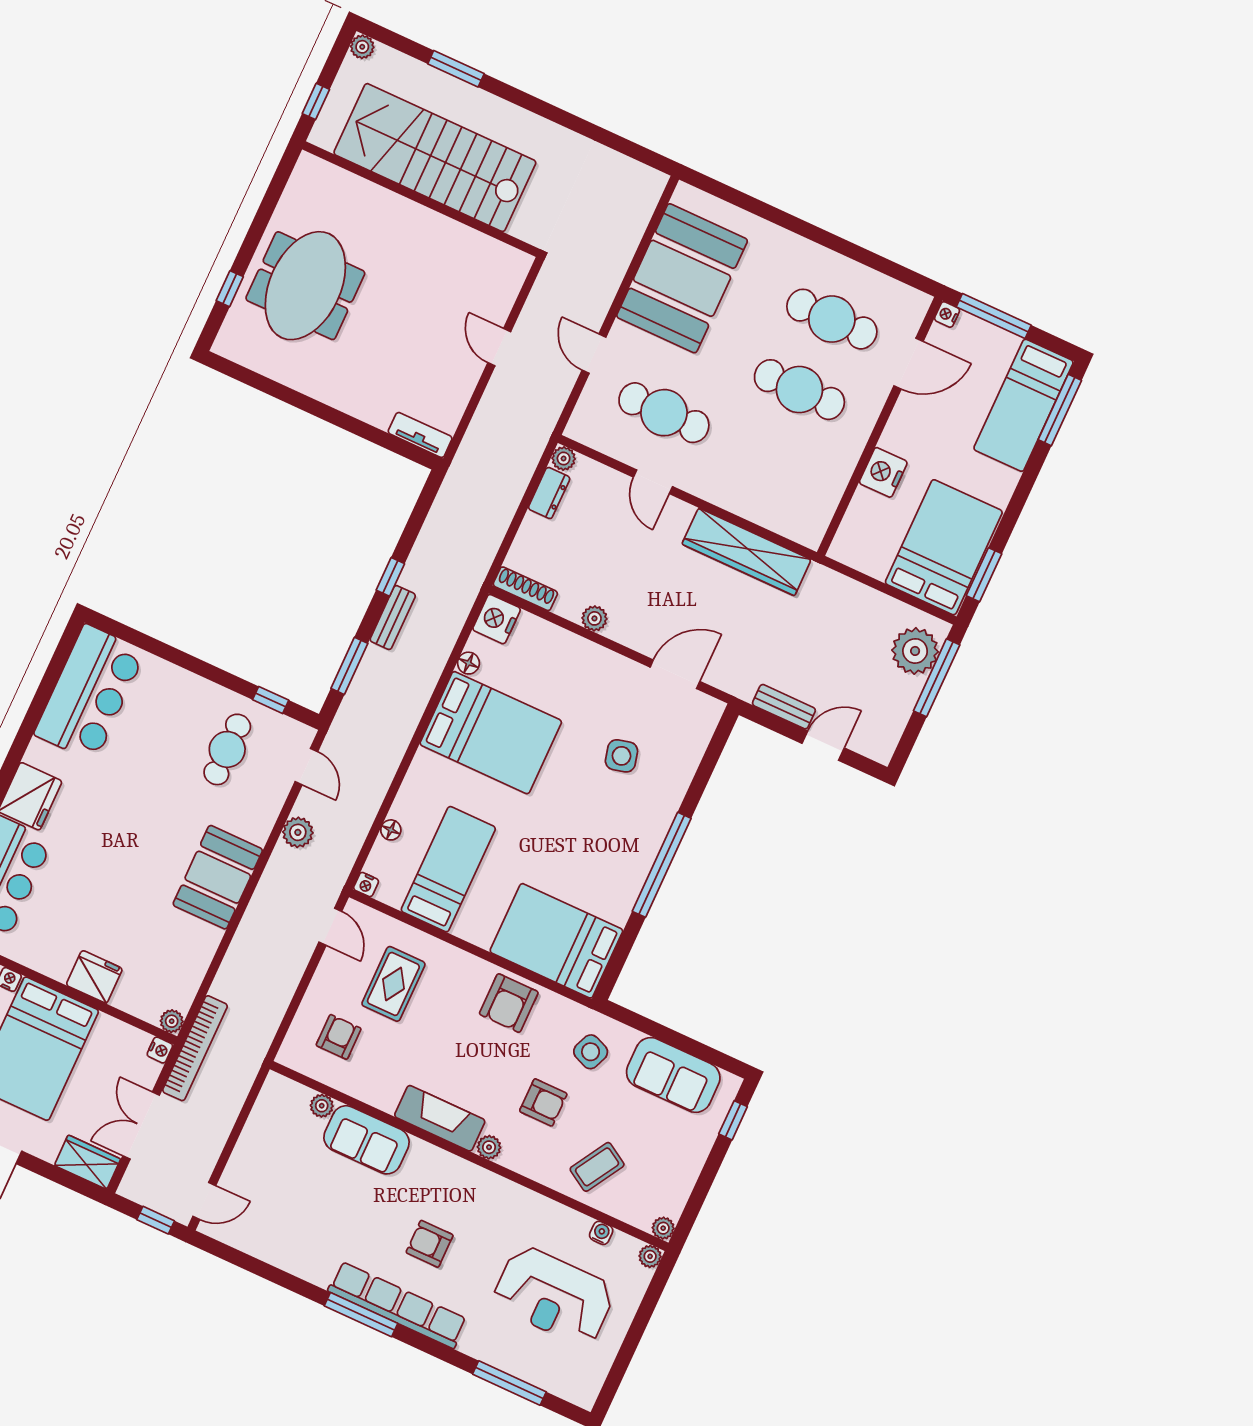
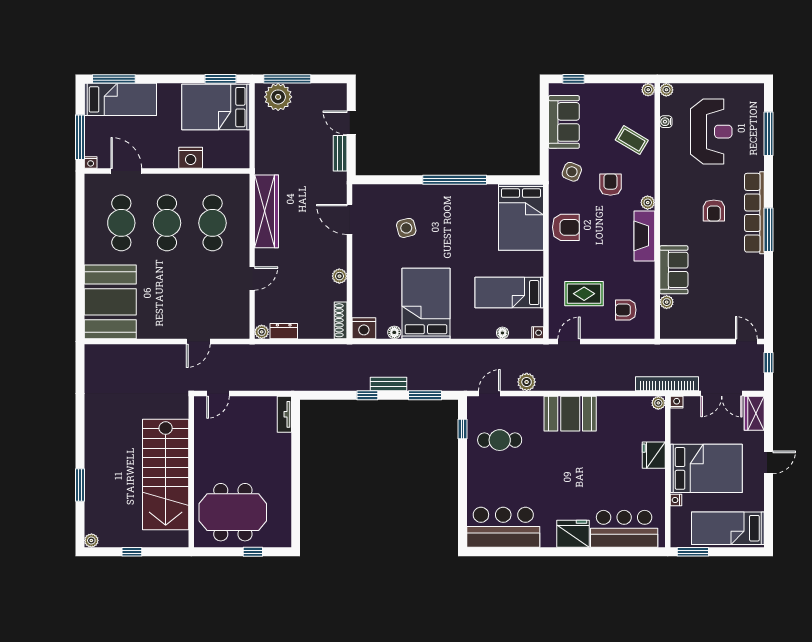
stairs: (435, 158) -> (166, 474), moved
wall: (421, 199) -> (191, 472), moved
booth: (682, 278) -> (110, 302), moved, turned 90
cafe table: (664, 413) -> (213, 223), moved

